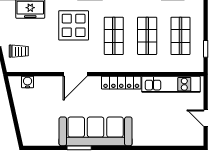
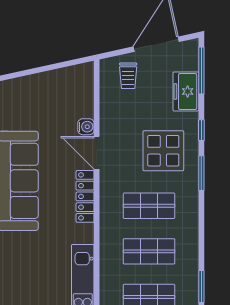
water cooler: (28, 82) -> (86, 127), moved
locker: (121, 83) -> (85, 196), moved

